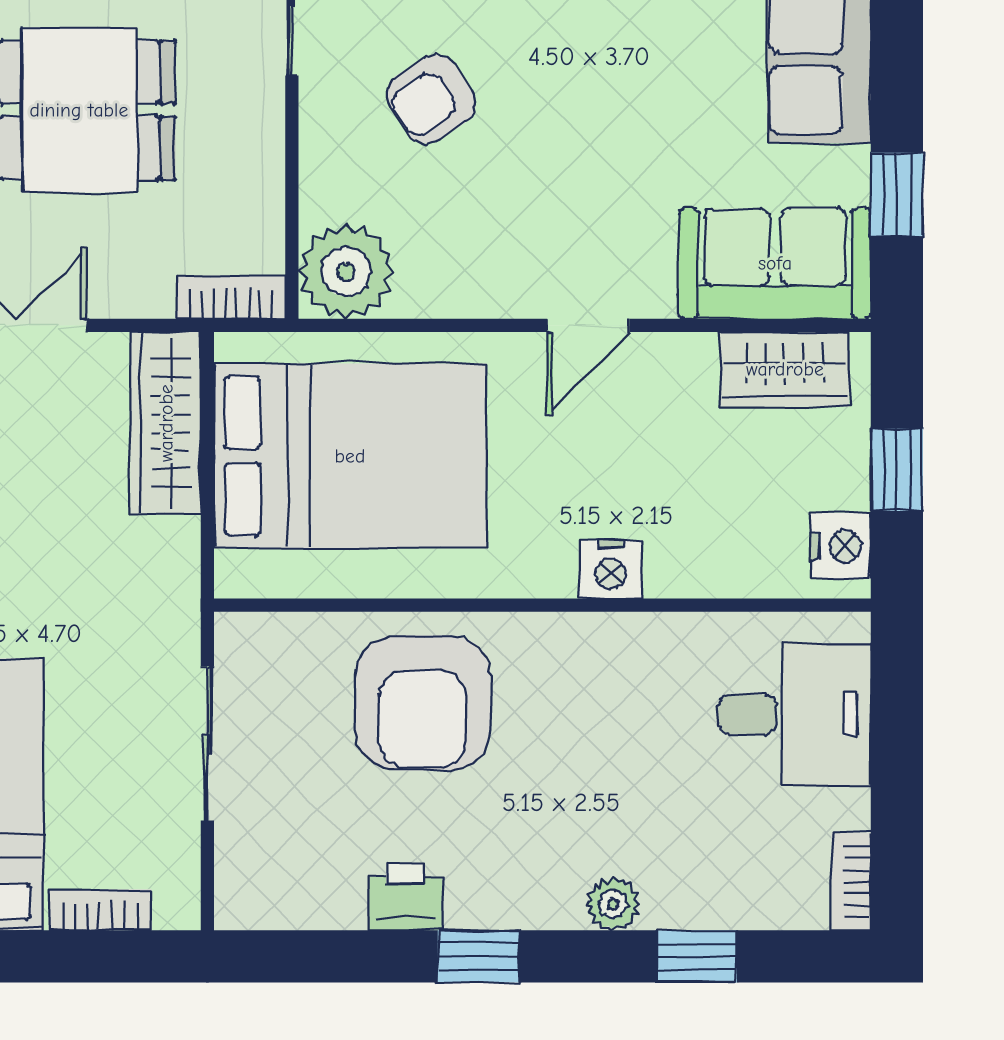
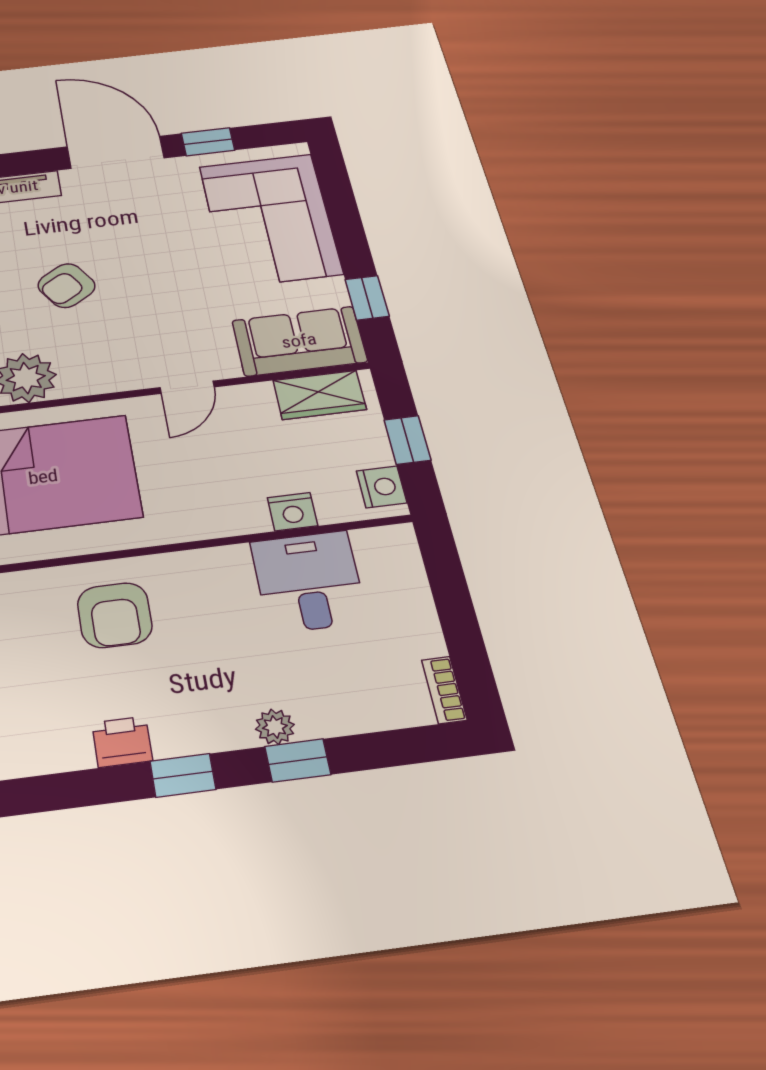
nightstand: (611, 570) -> (292, 512), moved
armchair: (423, 703) -> (115, 615), width x0.73, depth x0.73
desk: (794, 714) -> (309, 582), moved, turned -90
window: (697, 956) -> (298, 760), moved

